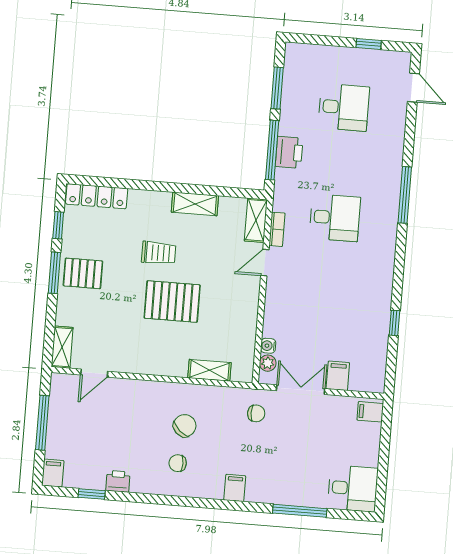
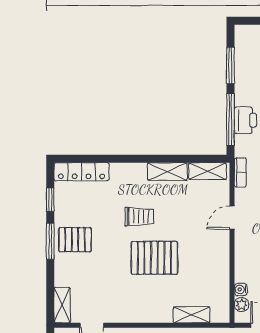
shelving: (256, 220) -> (208, 171), moved, turned 90
bookcase: (277, 229) -> (240, 172), moved

